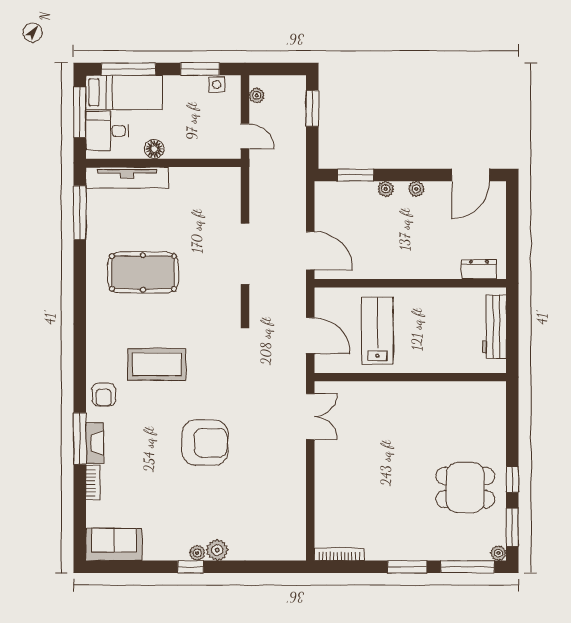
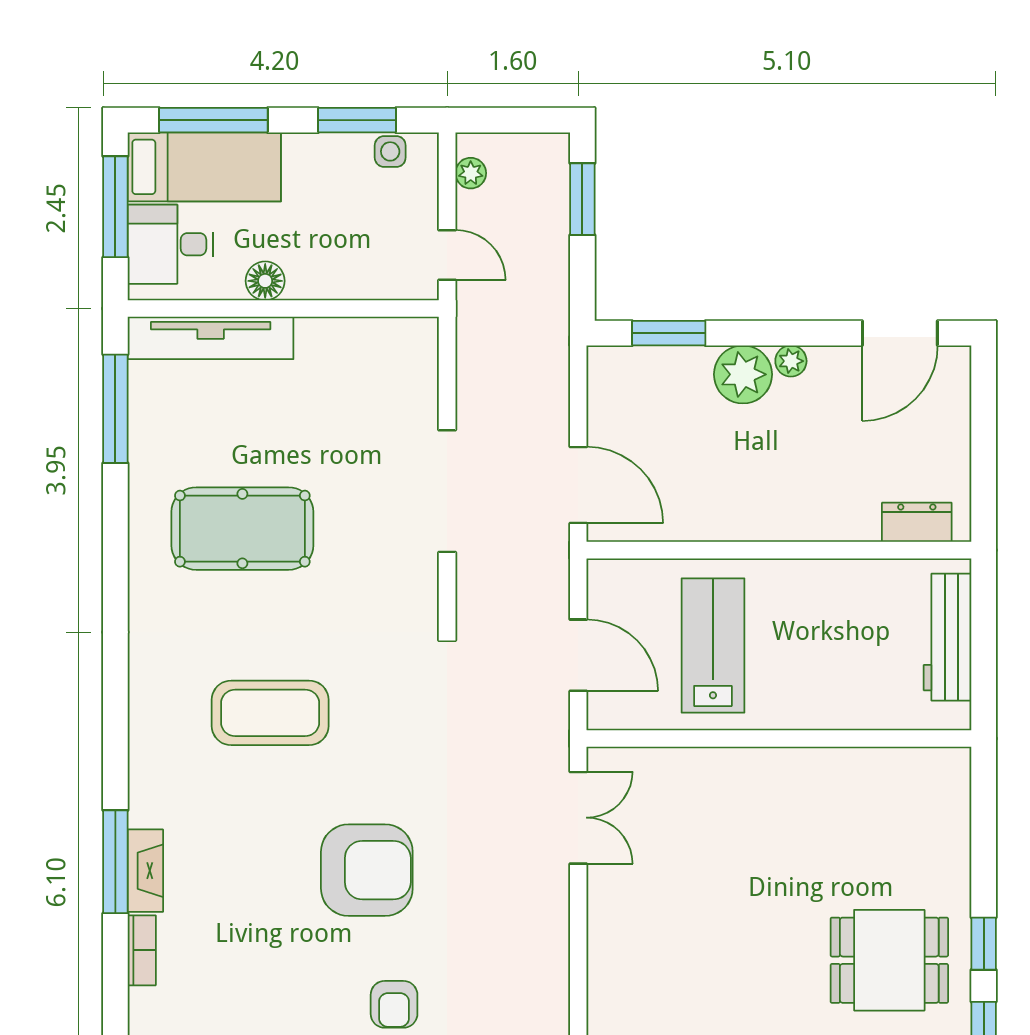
plant: (386, 189) -> (743, 374), width x1.88, depth x1.88
armchair: (104, 395) -> (394, 1004), moved

